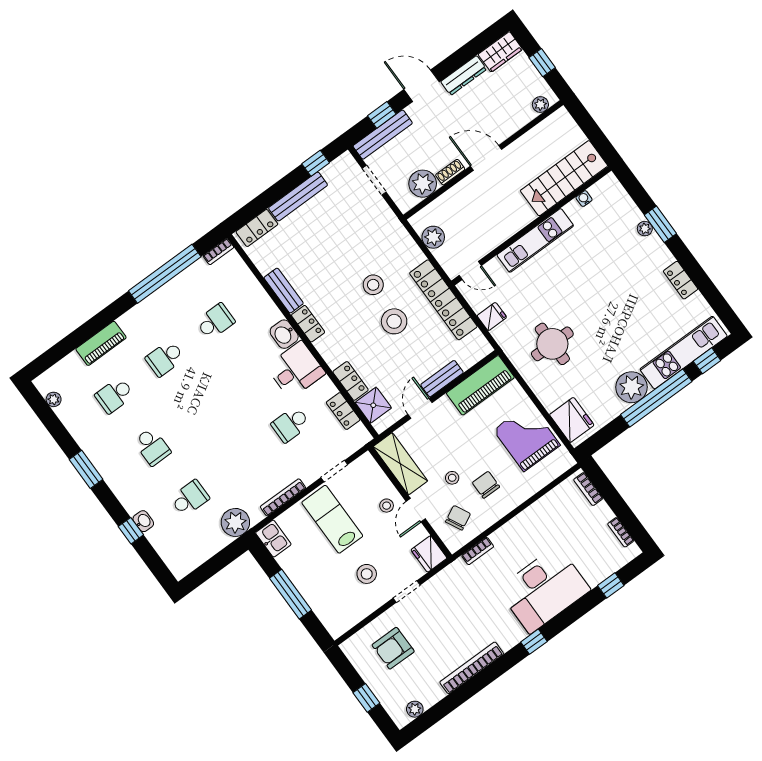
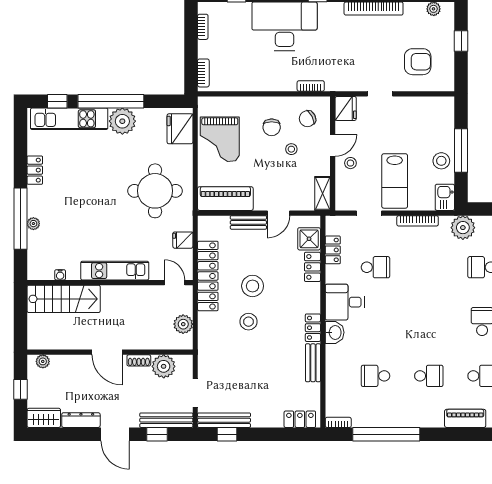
bench: (298, 196) -> (224, 420), moved
window: (660, 224) -> (21, 219), width x2.11
round table: (552, 344) -> (155, 191), width x1.36, depth x1.36
shelving: (400, 464) -> (323, 193), width x0.67, depth x0.75
stool: (367, 574) -> (441, 161), moved

